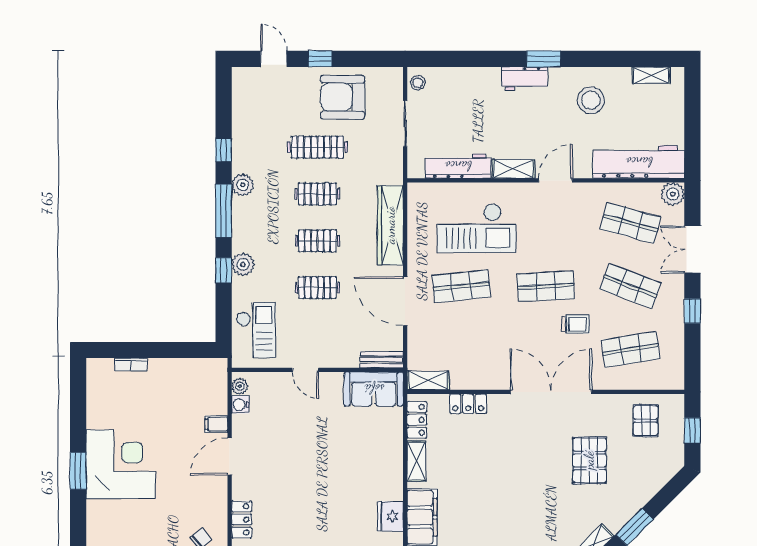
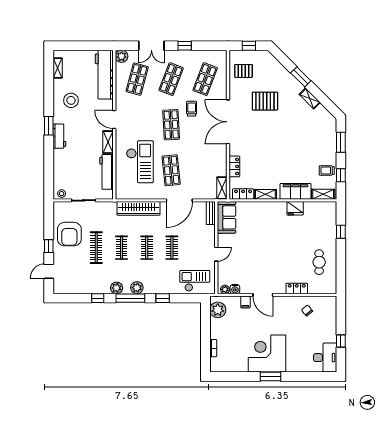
plant: (243, 264) -> (137, 288), moved
shop shelf: (630, 349) -> (205, 79), turned 30
plant: (202, 373) -> (218, 310), added

